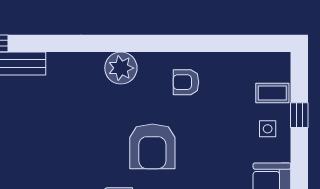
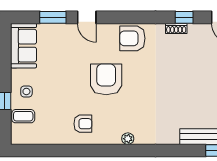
plant: (121, 68) -> (128, 139), width x0.53, depth x0.53

